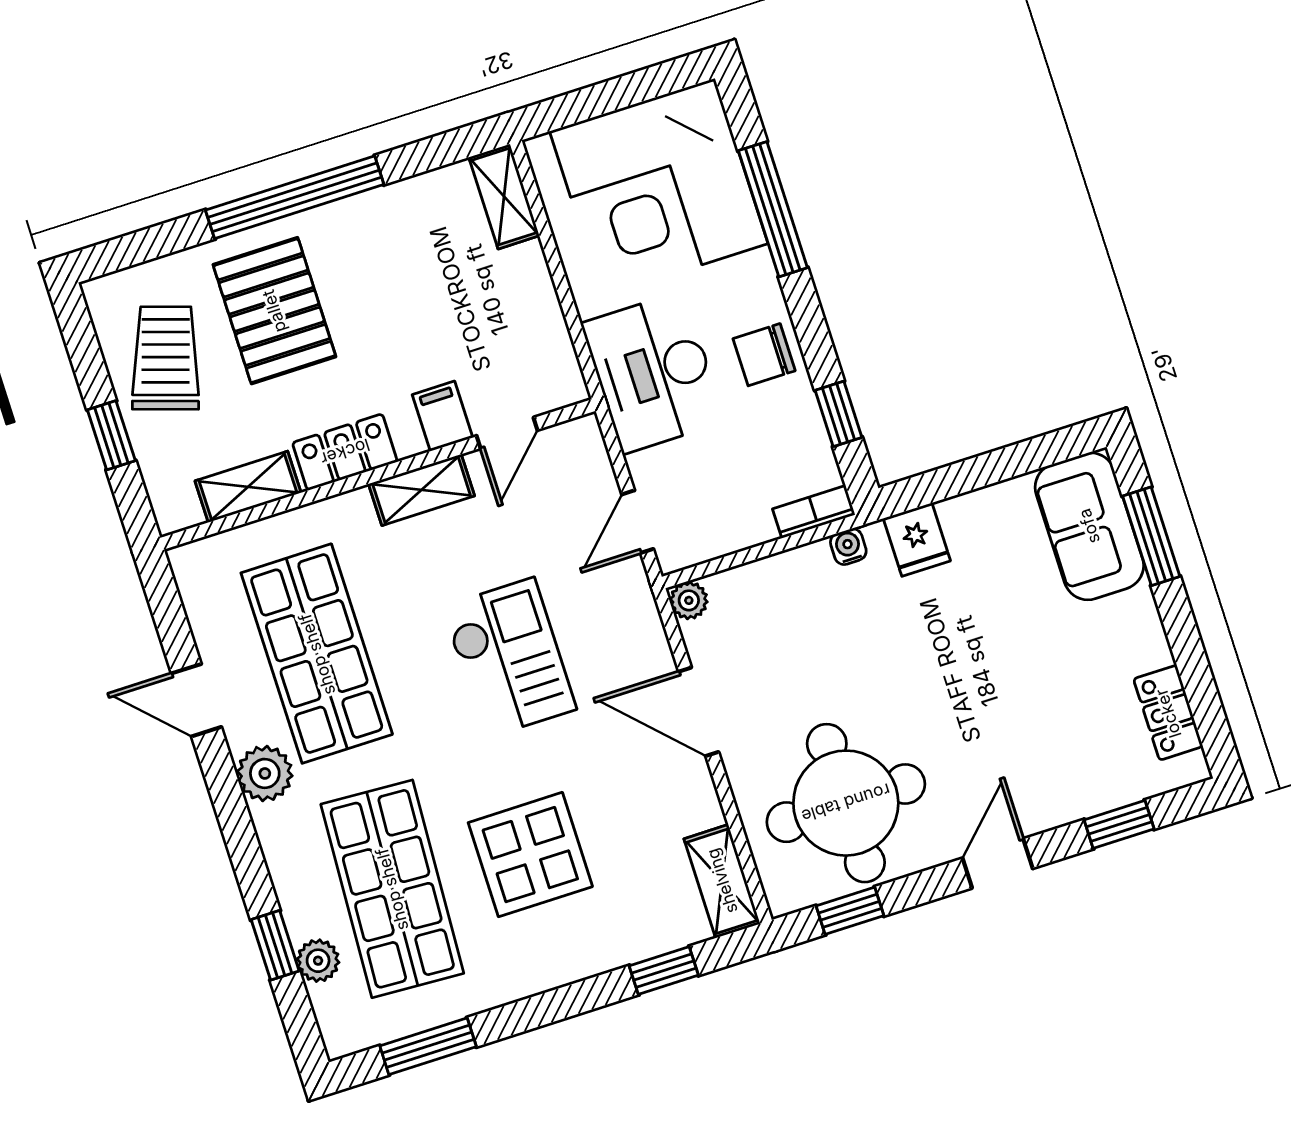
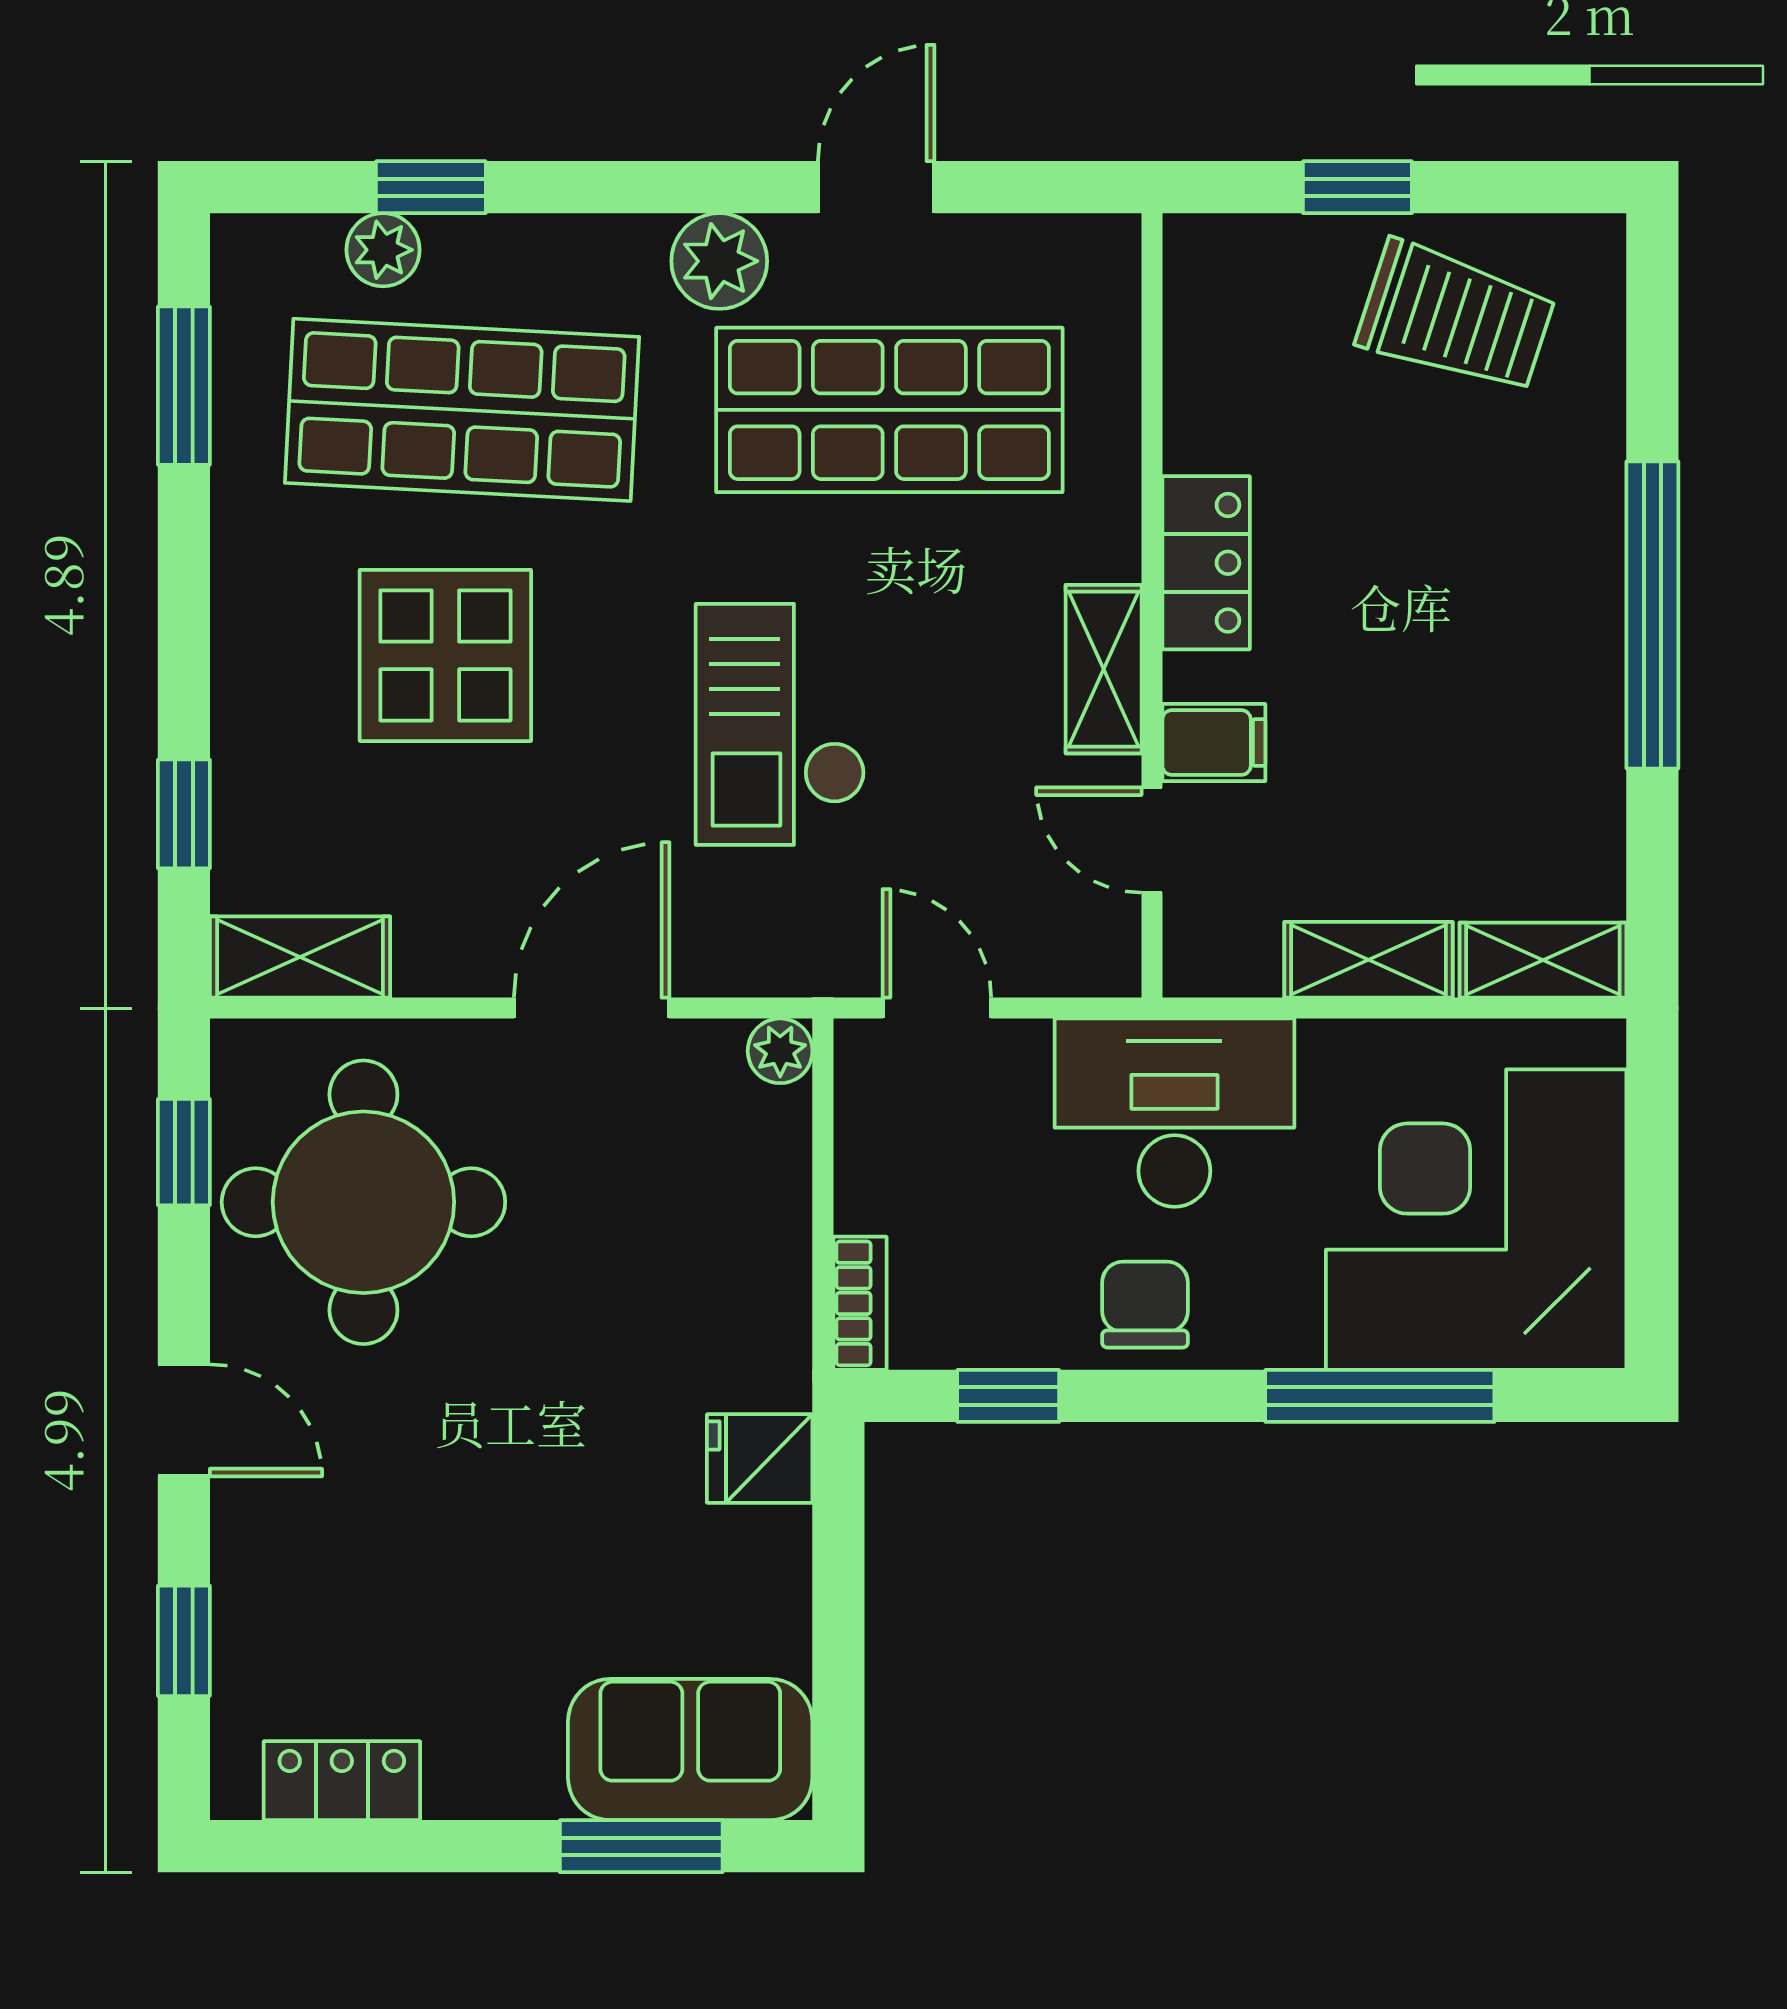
pallet: (274, 311) -> (1476, 522), removed
shelving: (248, 487) -> (1368, 960), moved, turned 90
water cooler: (848, 547) -> (784, 1342), removed
checkout: (509, 658) -> (780, 724), turned 90

